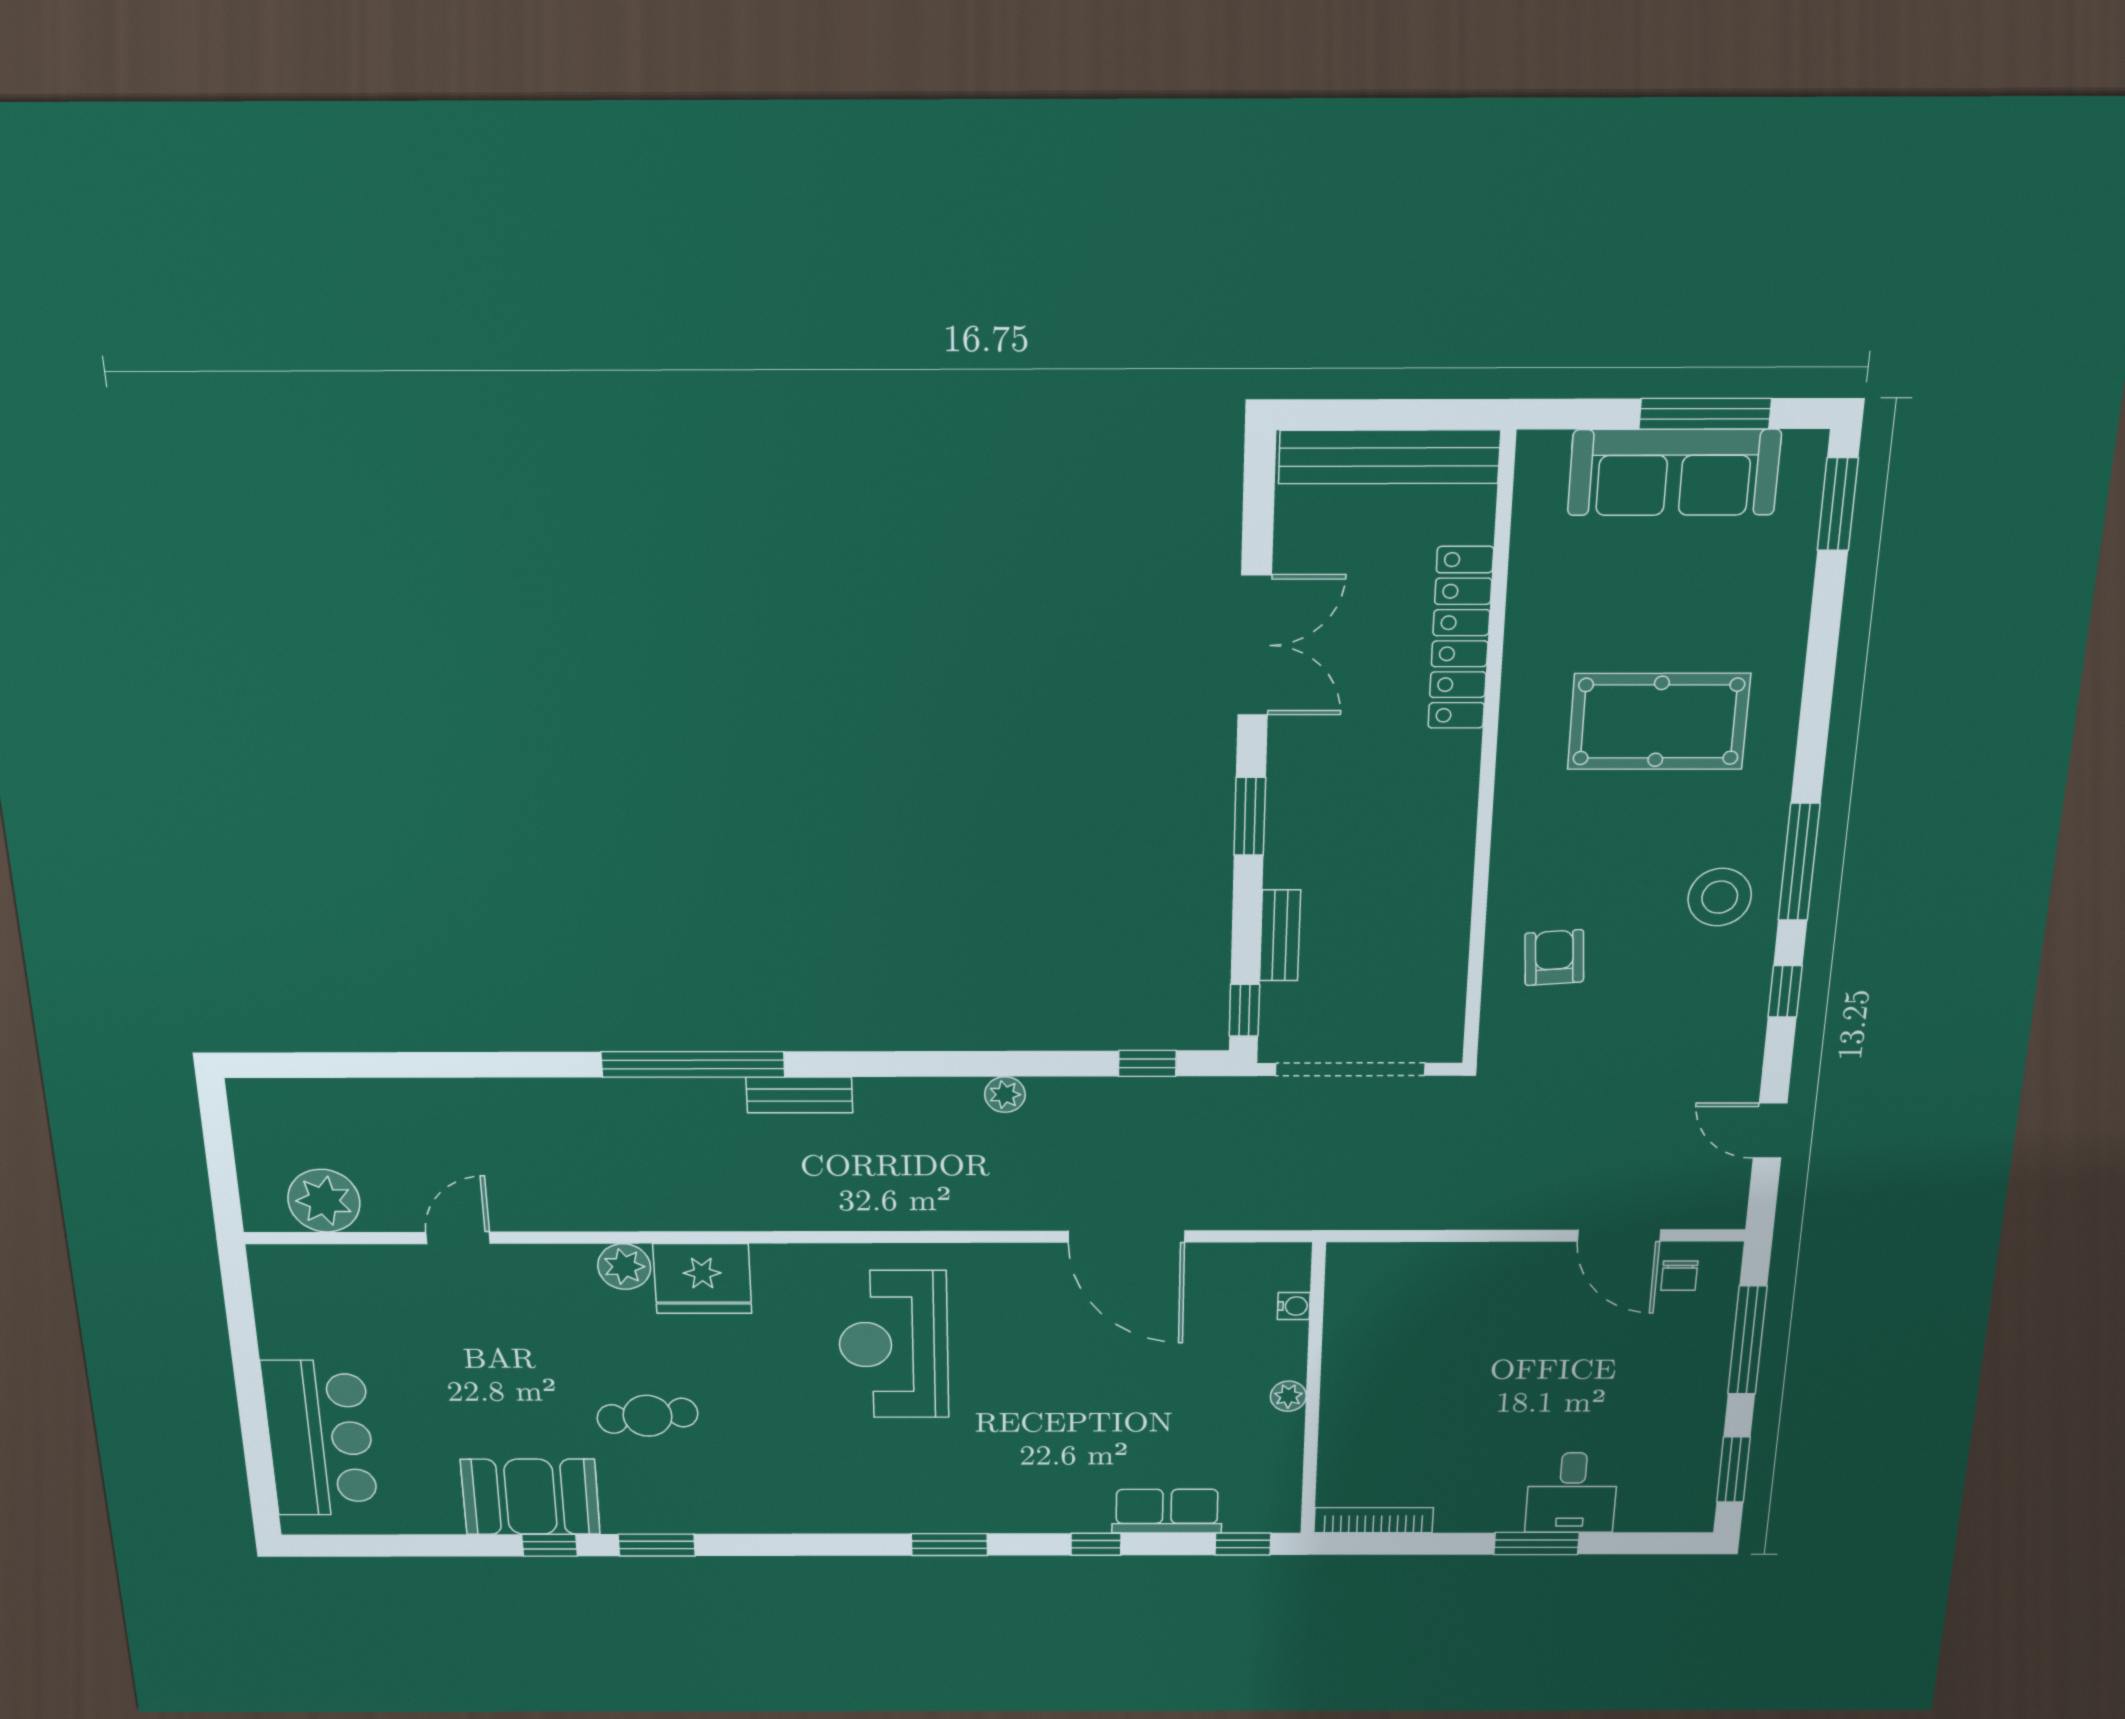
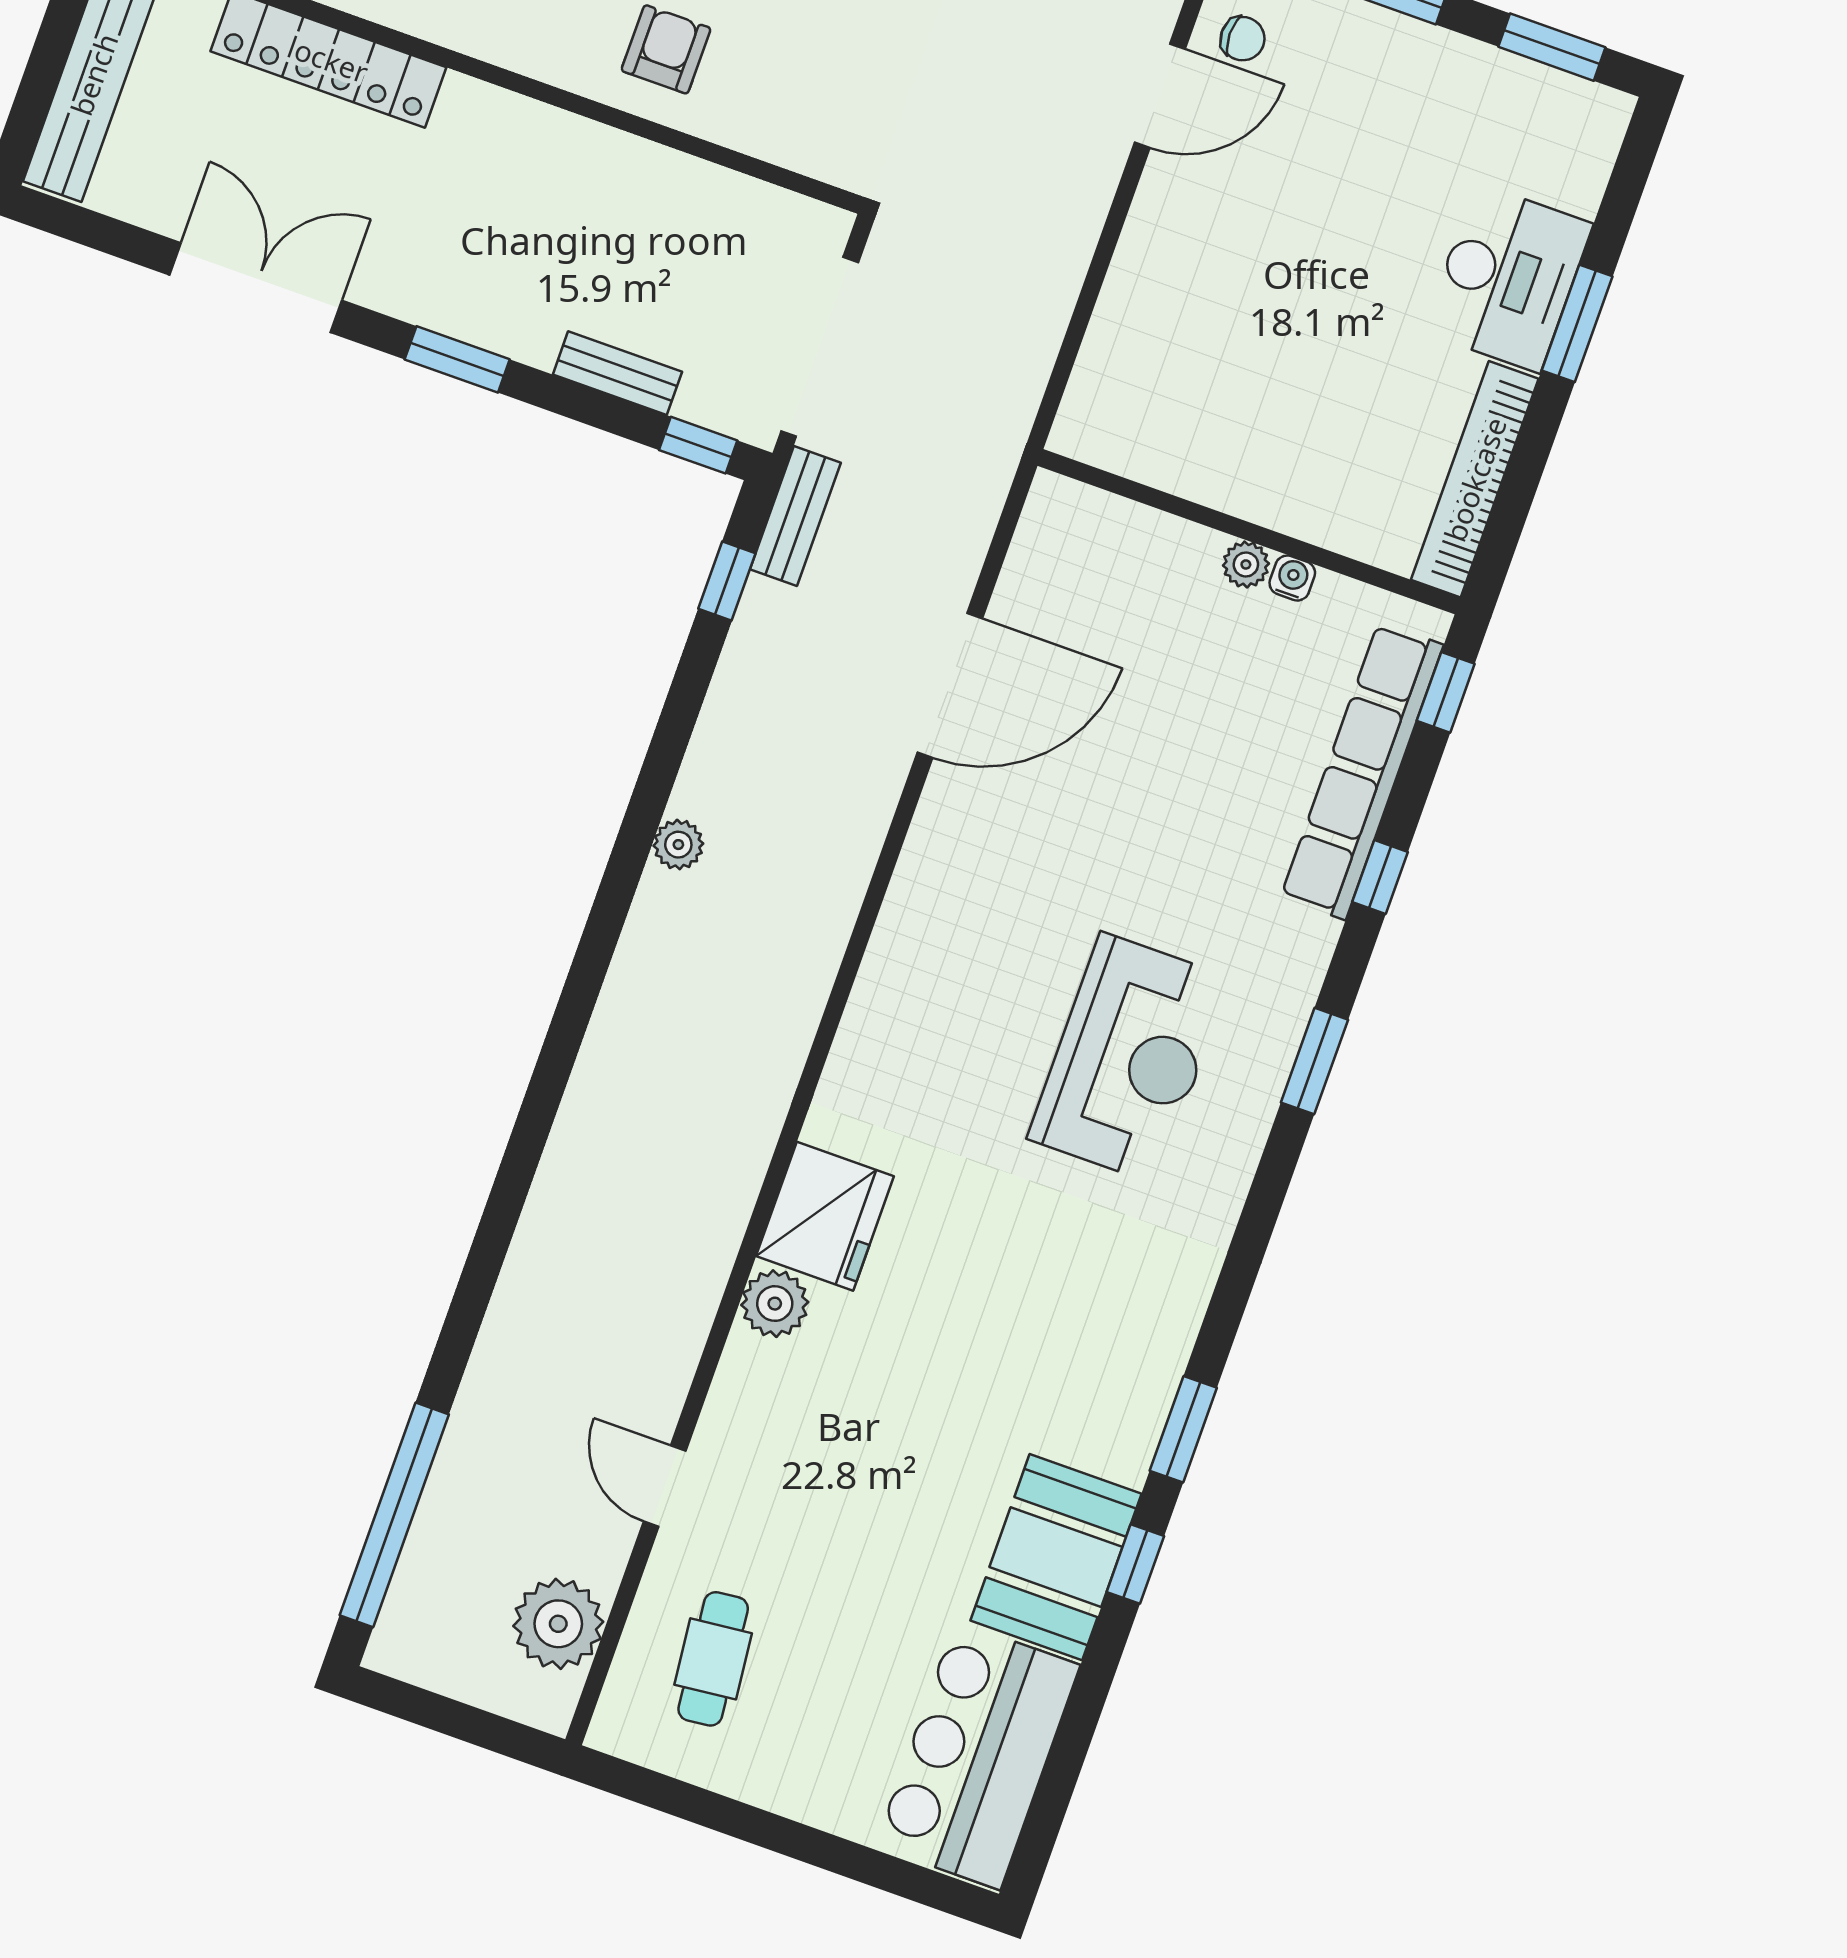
armchair: (1554, 958) -> (666, 49), moved, turned 94
window: (693, 1064) -> (394, 1515), moved
bench: (799, 1095) -> (795, 516), moved
plant: (1005, 1095) -> (678, 845), moved
water cooler: (1294, 1306) -> (1292, 578), moved
reception desk: (893, 1345) -> (1129, 1058), moved, turned -90
cafe table: (648, 1416) -> (713, 1659), moved
bar counter: (320, 1438) -> (978, 1755), moved, turned -90
desk: (1572, 1493) -> (1508, 278), width x1.37
row of seats: (1167, 1511) -> (1362, 771), width x2.02
bookcase: (1374, 1520) -> (1475, 479), width x1.48, depth x1.31

